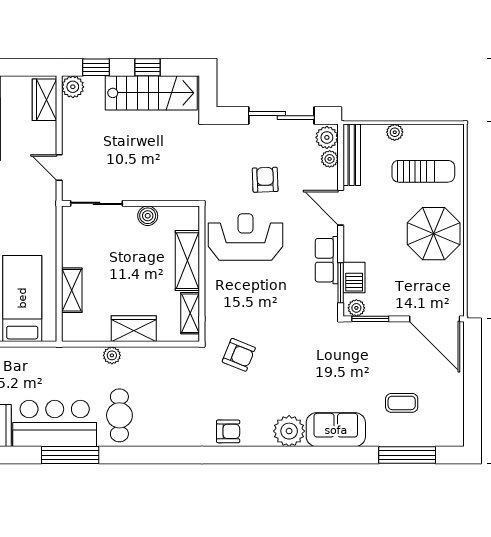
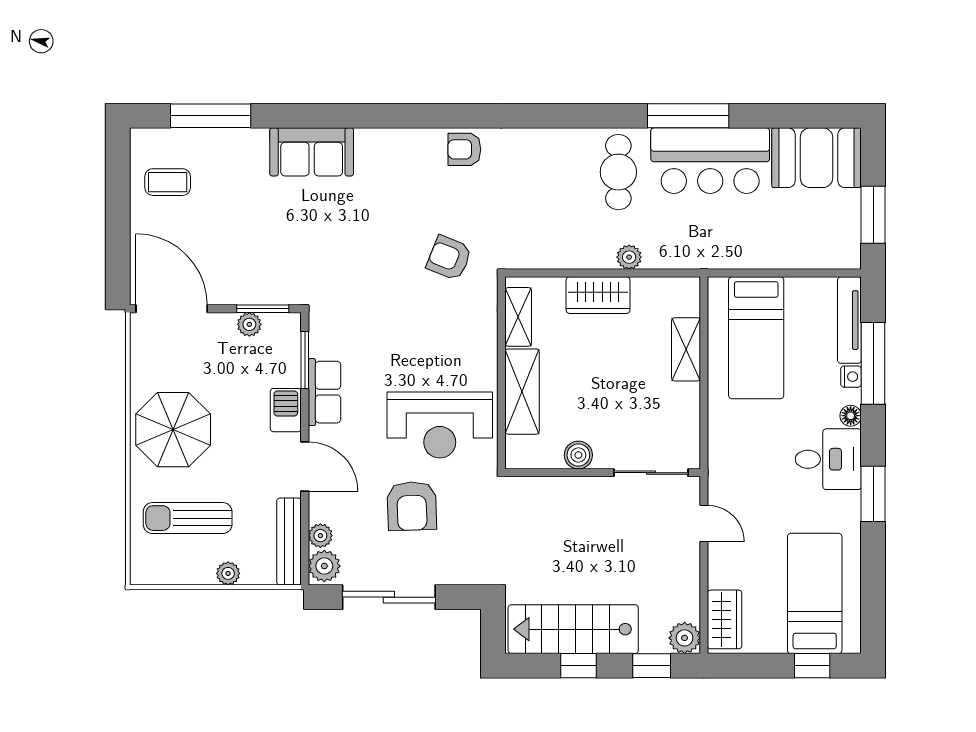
armchair: (265, 180) -> (412, 506), width x1.38, depth x1.38
barbecue: (354, 278) -> (286, 410), moved
plant: (356, 308) -> (249, 324), moved
coffee table: (402, 403) -> (168, 182), moved
plant: (289, 431) -> (378, 150), removed

